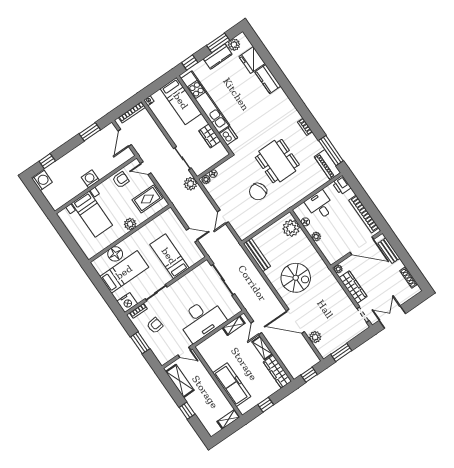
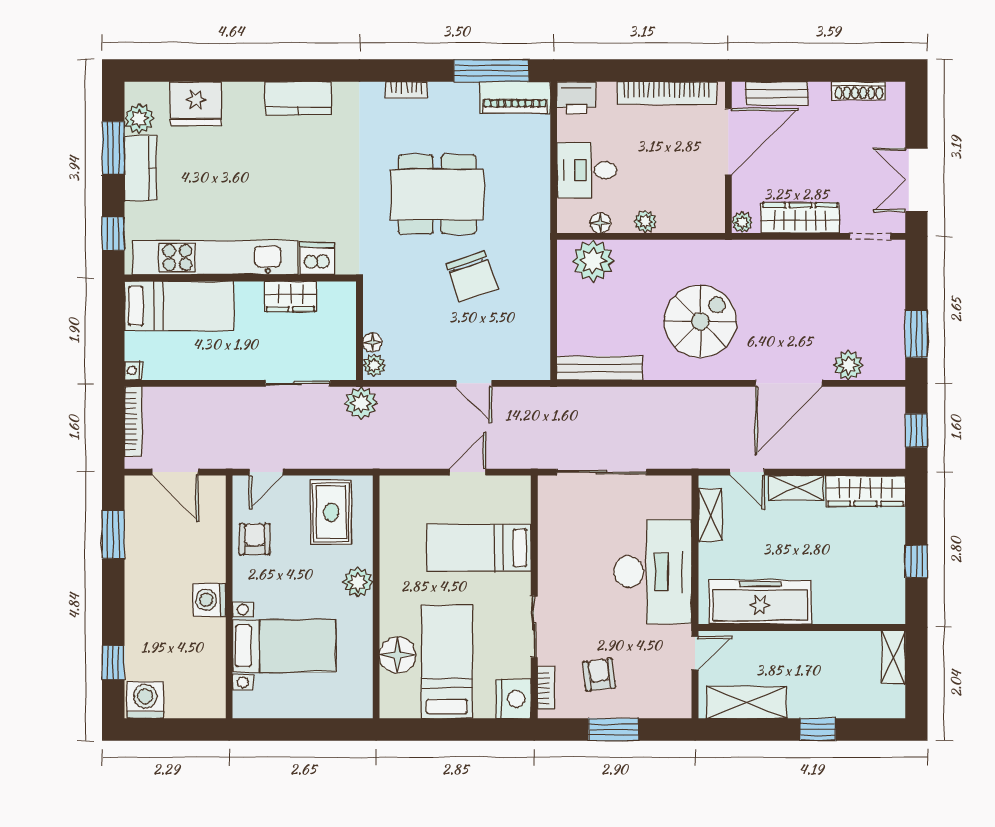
kitchen counter: (268, 79) -> (298, 98), moved
freezer: (232, 385) -> (760, 602), moved

